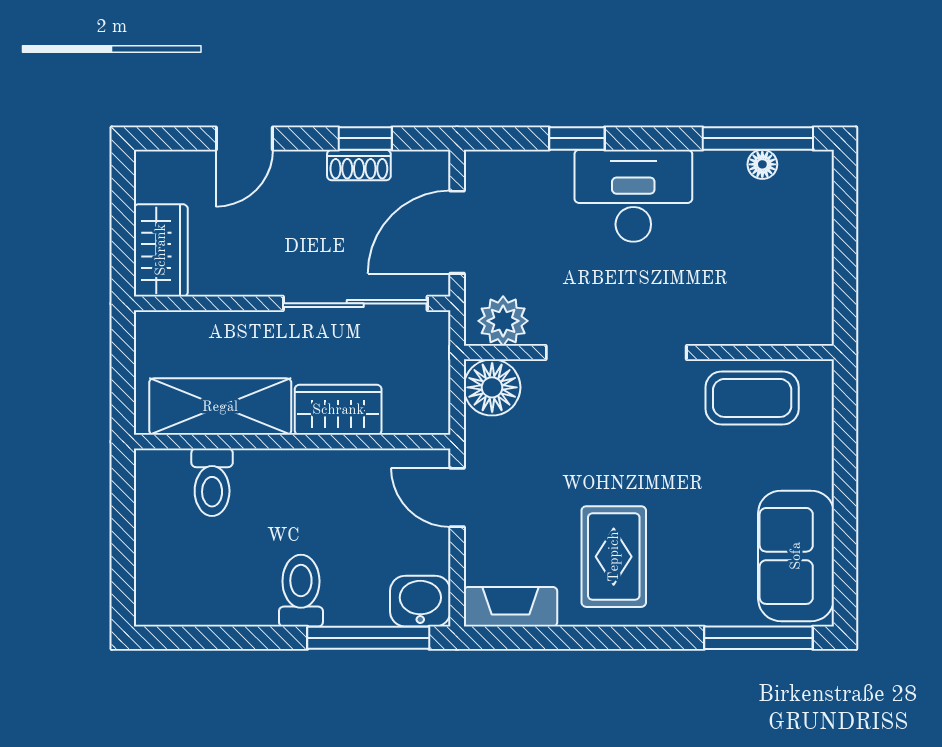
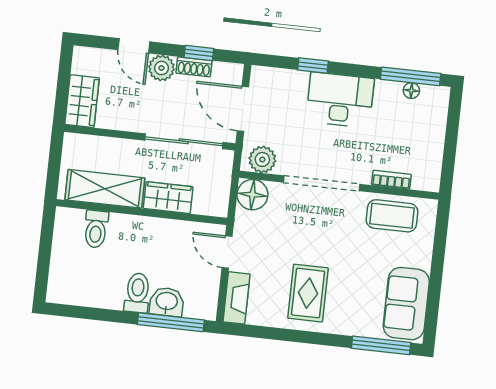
door: (244, 138) -> (134, 46), hinge flipped
plant: (300, 174) -> (162, 68), added
door: (457, 232) -> (243, 109), hinge flipped
bookcase: (744, 332) -> (391, 180), added
washbasin: (420, 601) -> (167, 302), moved
fireplace: (510, 607) -> (237, 298), moved, turned 90

